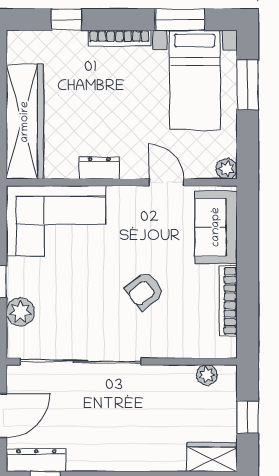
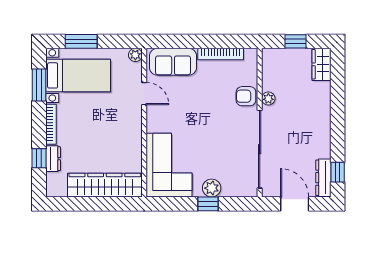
dresser: (99, 168) -> (53, 159), moved, turned 180
door: (167, 182) -> (144, 94), swing flipped
armchair: (145, 291) -> (246, 96), moved, turned 128
plant: (20, 312) -> (212, 188), moved
plant: (207, 375) -> (268, 99), moved

